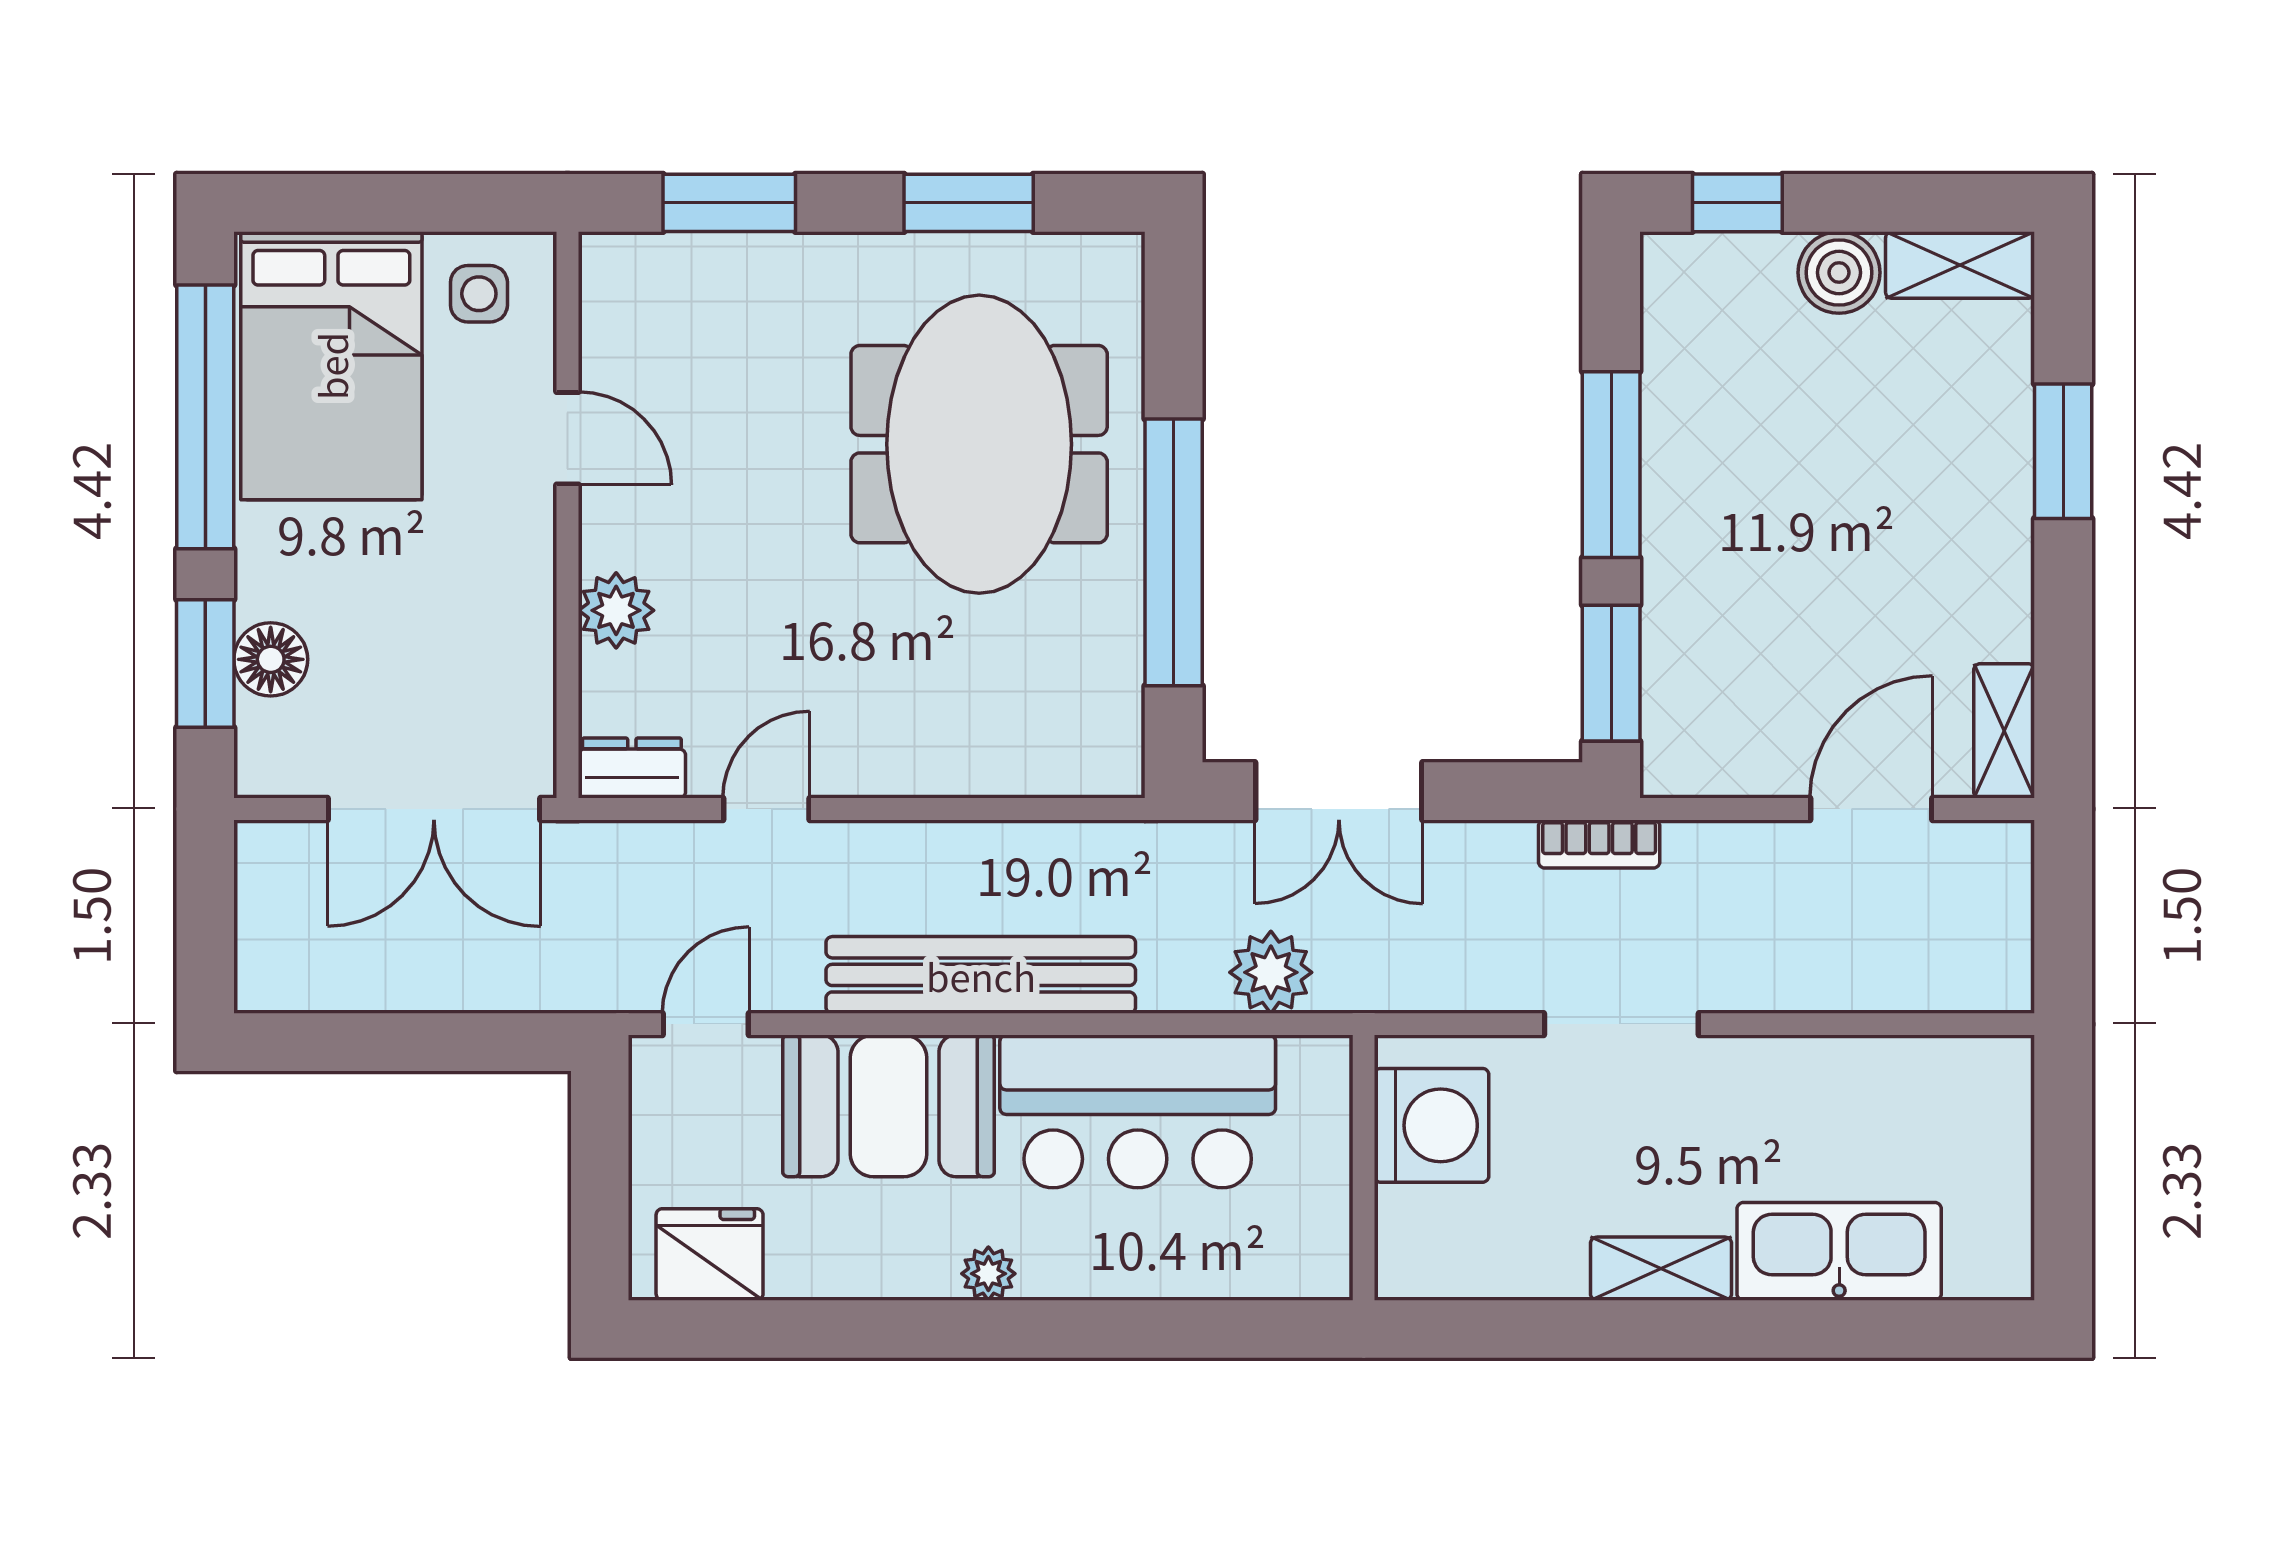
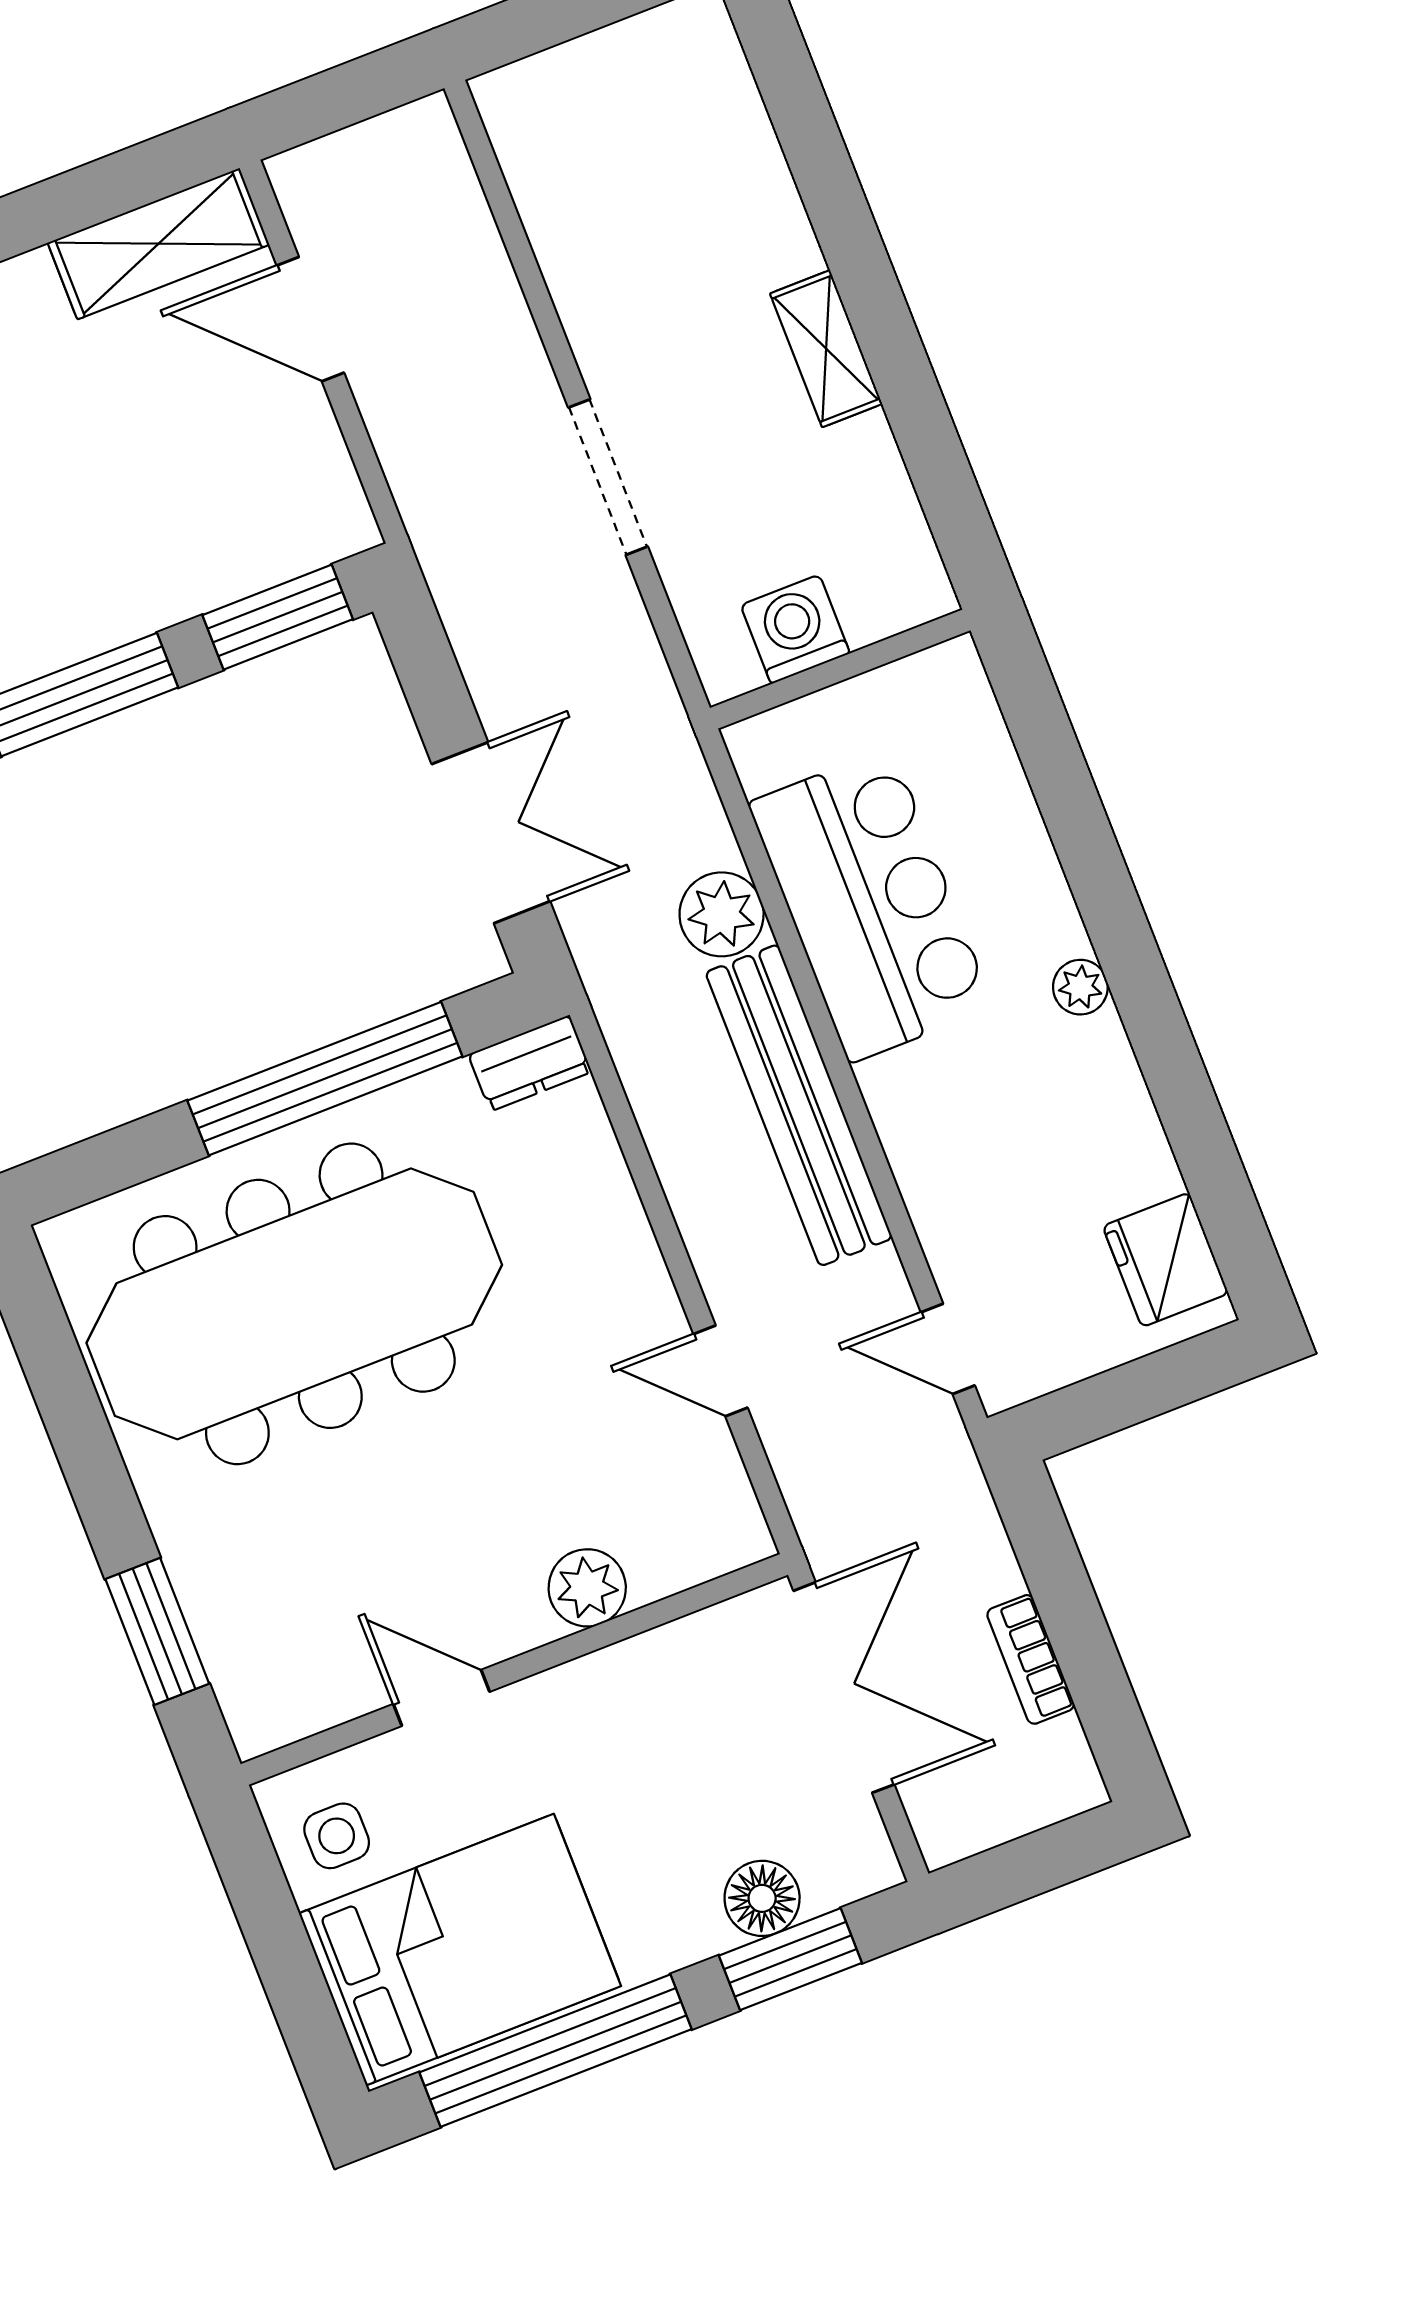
window: (969, 203) -> (68, 1404), removed
door: (567, 438) -> (441, 1698), hinge flipped
meeting table: (979, 444) -> (294, 1304), width x1.36
shelving: (2004, 731) -> (158, 244), width x1.50, depth x1.33
dresser: (632, 768) -> (530, 1063), moved, turned -90
bookcase: (1599, 844) -> (1031, 1659), moved, turned 180
plant: (1271, 972) -> (722, 914), moved
booth: (889, 1106) -> (958, 1145), removed
washing machine: (1432, 1125) -> (795, 629), width x0.73, depth x0.73
kitchen sink: (1839, 1251) -> (743, 185), removed

